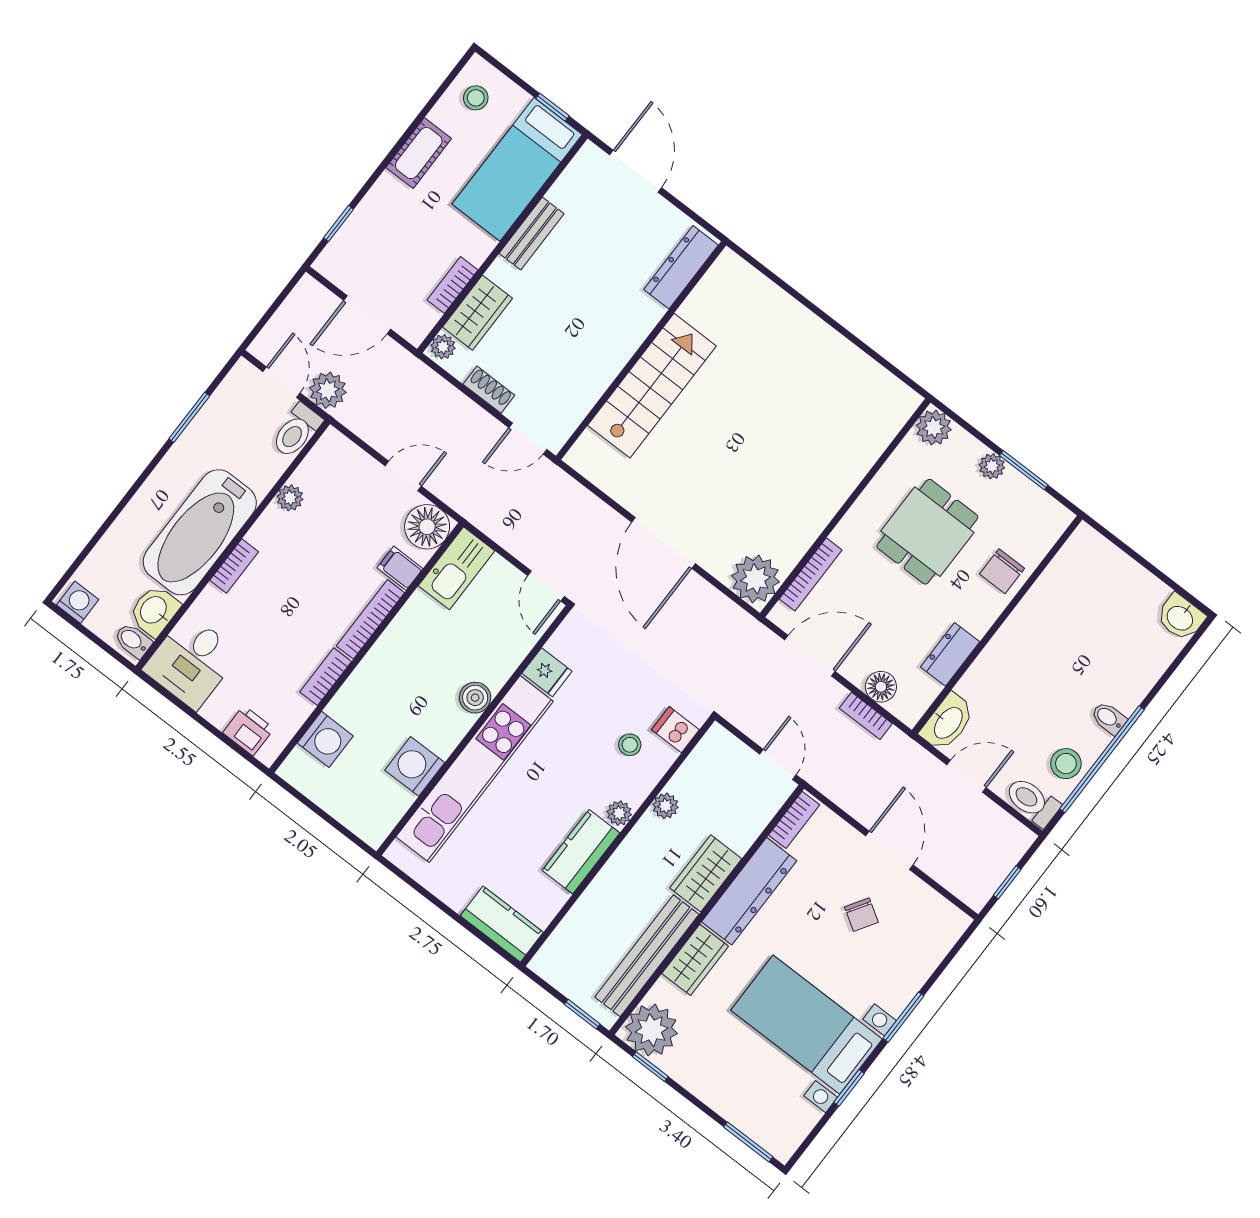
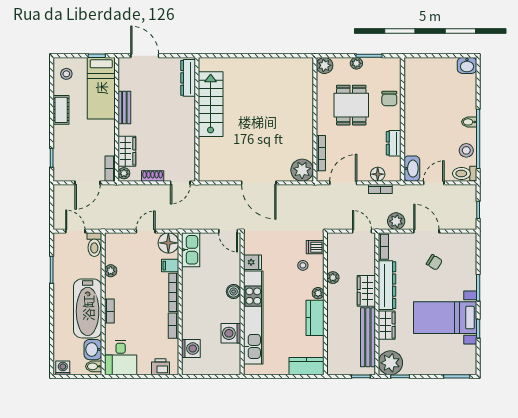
bookcase: (452, 285) -> (110, 169), moved
stairs: (652, 386) -> (211, 104), moved
plant: (328, 390) -> (396, 221), moved

